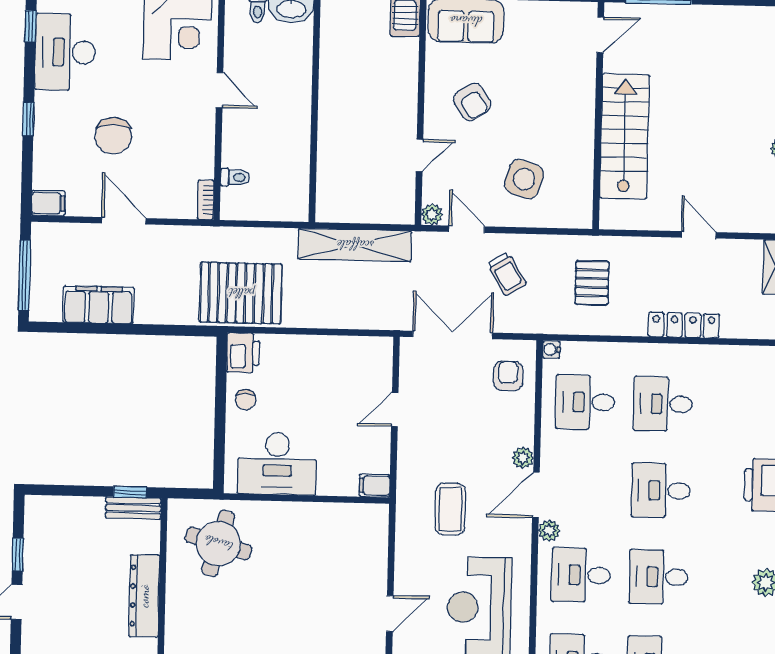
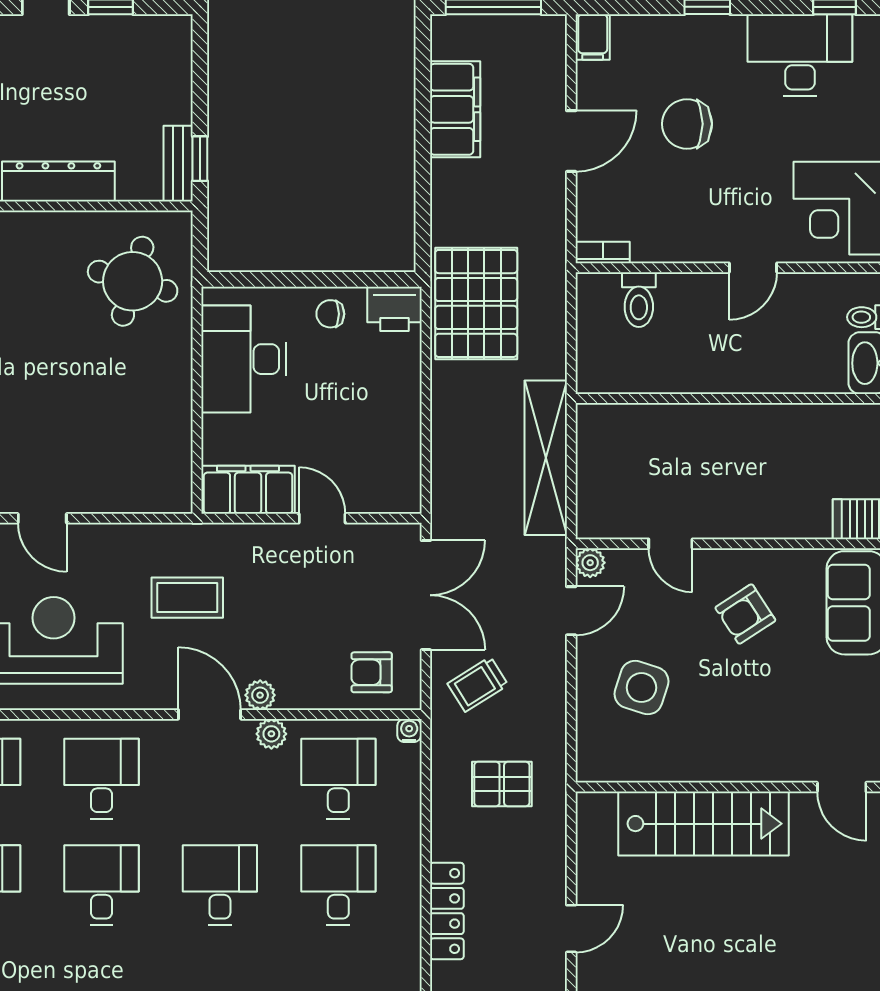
toilet: (235, 177) -> (639, 300), width x1.37, depth x1.39
trolley: (507, 274) -> (478, 684), moved
armchair: (508, 376) -> (372, 672), turned 180
filing cabinet: (375, 486) -> (248, 490), width x3.00, depth x1.17
plant: (549, 531) -> (271, 734), moved

